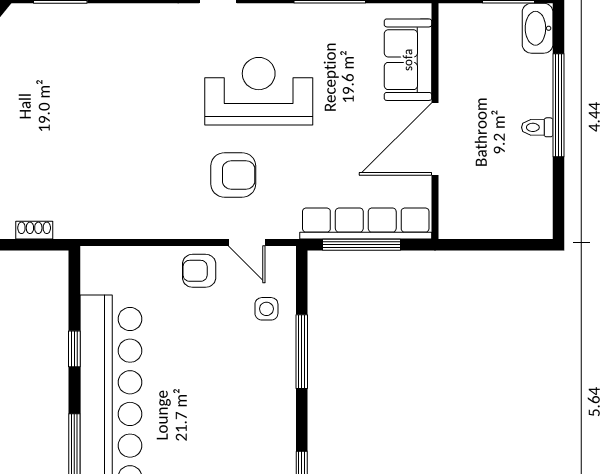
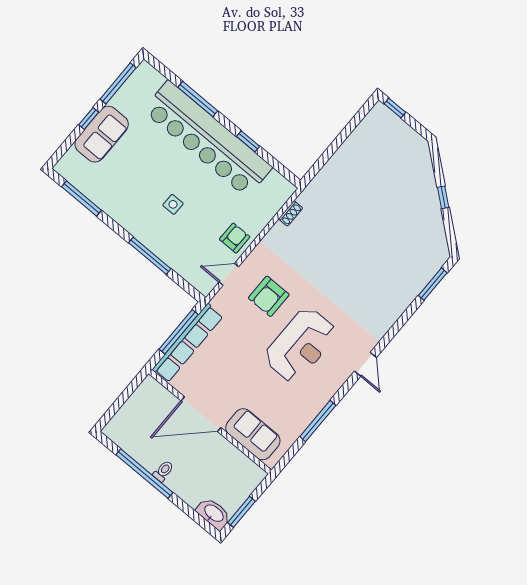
window: (559, 105) -> (144, 474), moved
door: (435, 139) -> (201, 414), swing flipped
shoe rack: (34, 230) -> (291, 213), moved
side table: (266, 309) -> (173, 204), moved

